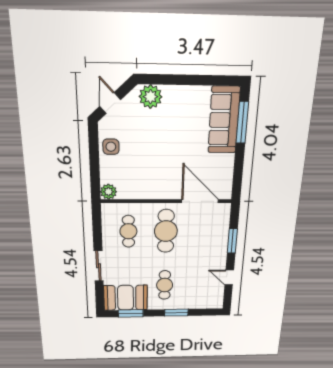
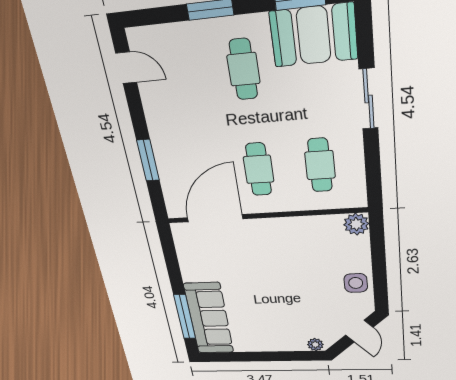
plant: (150, 97) -> (315, 345), width x0.53, depth x0.53
door: (200, 201) -> (215, 218), swing flipped
cafe table: (166, 231) -> (259, 169), width x0.73, depth x0.74
door: (229, 277) -> (126, 68), moved

